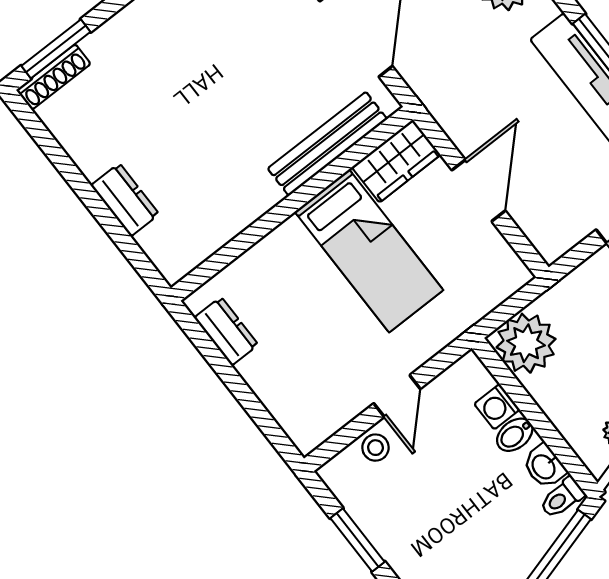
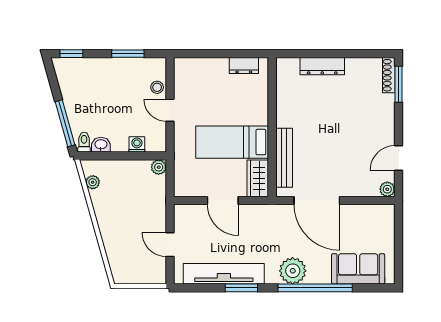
dresser: (125, 200) -> (322, 66), width x1.44
plant: (526, 343) -> (159, 167), width x0.53, depth x0.53
bidet: (515, 435) -> (121, 143), removed

